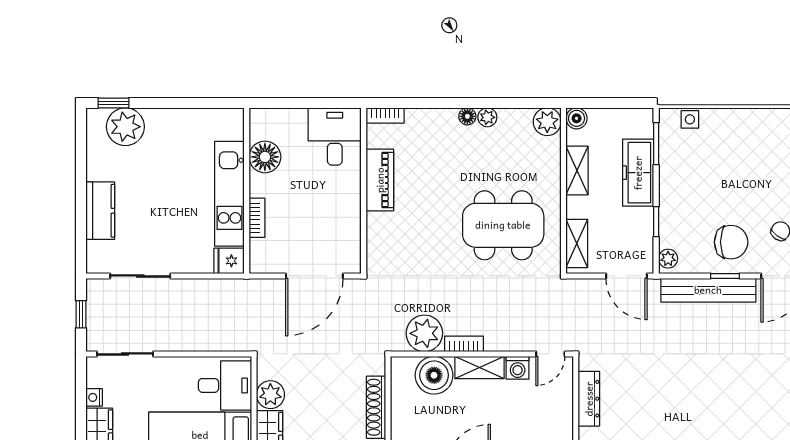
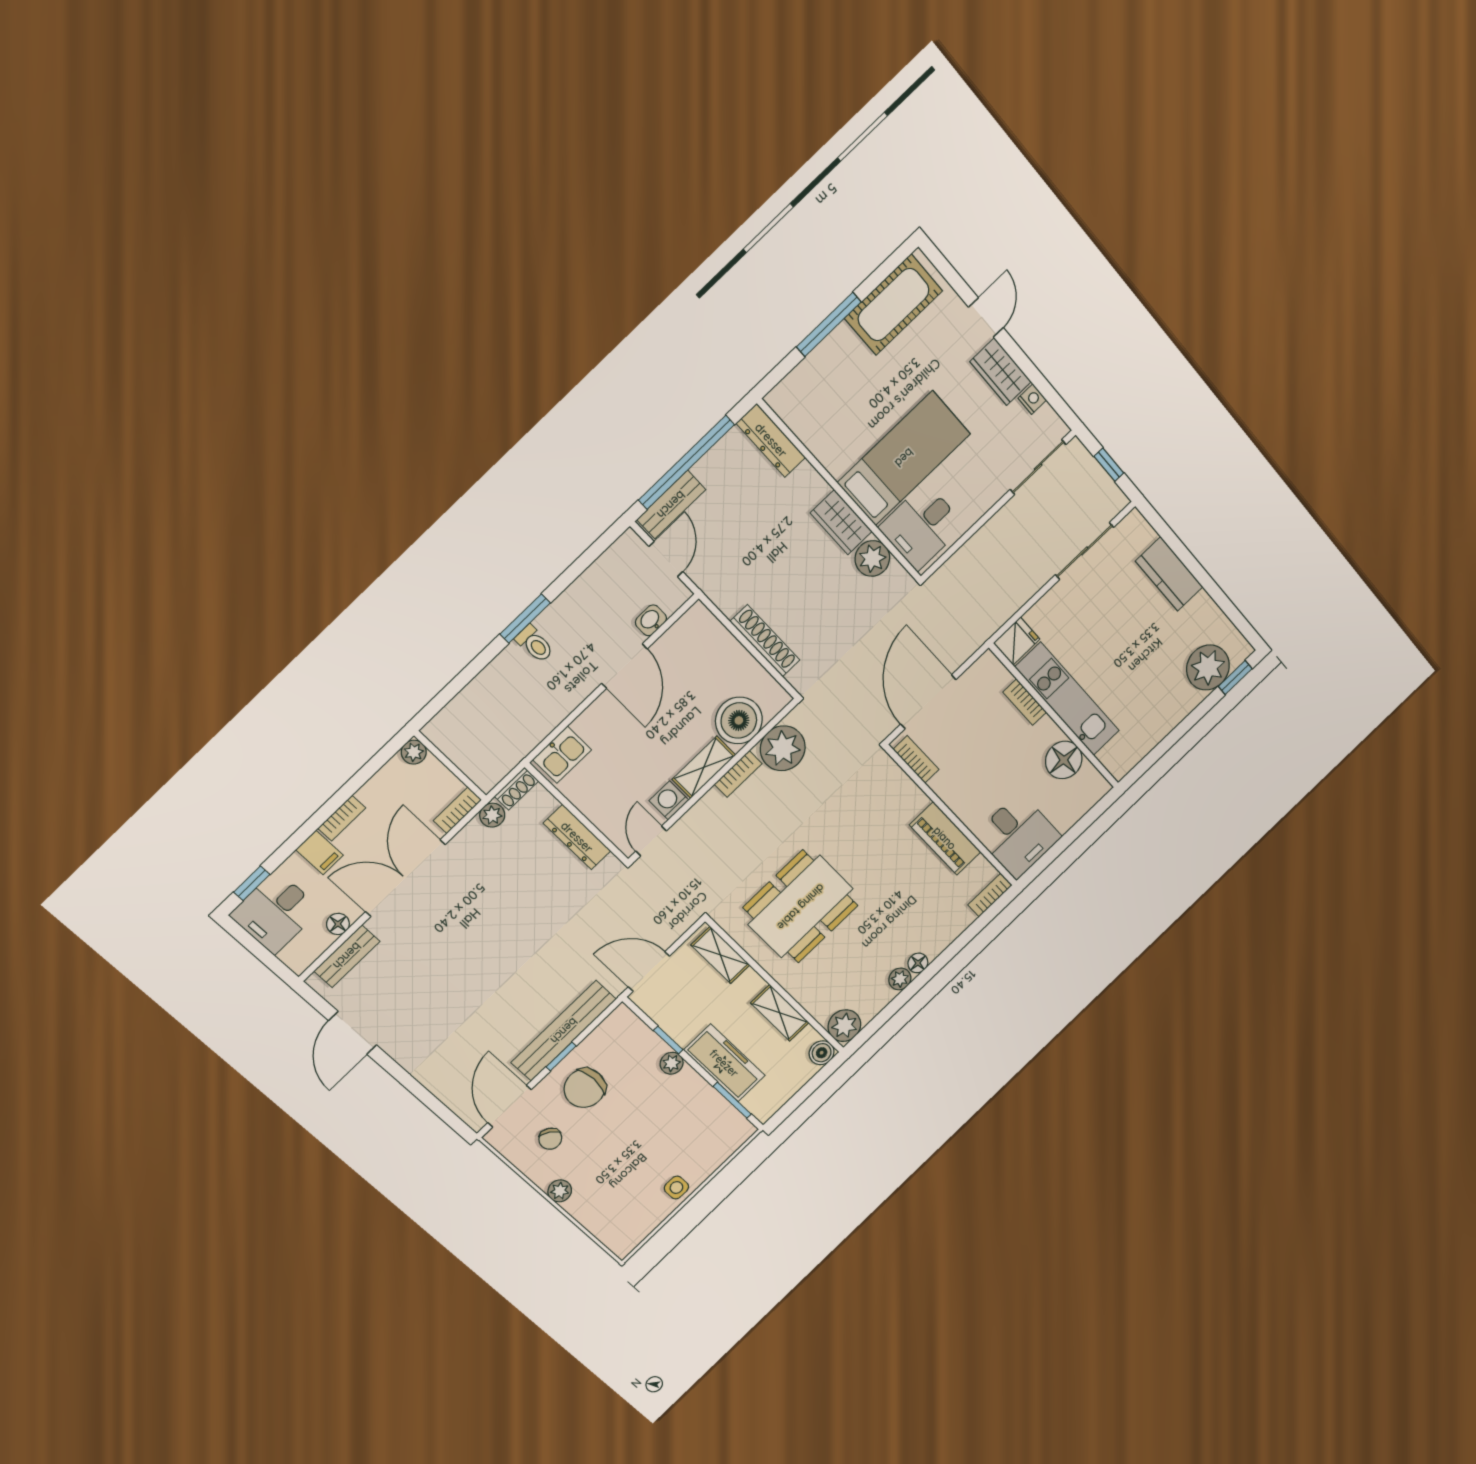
side table: (690, 119) -> (676, 1187), moved
bookcase: (353, 248) -> (916, 759), added
plant: (668, 259) -> (672, 1063), moved

